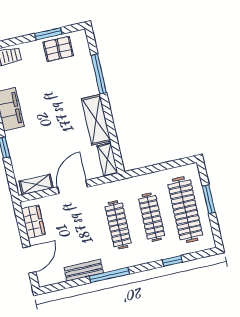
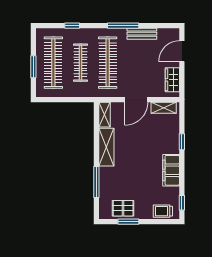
clothes rail: (118, 225) -> (108, 63), width x1.37, depth x1.31

